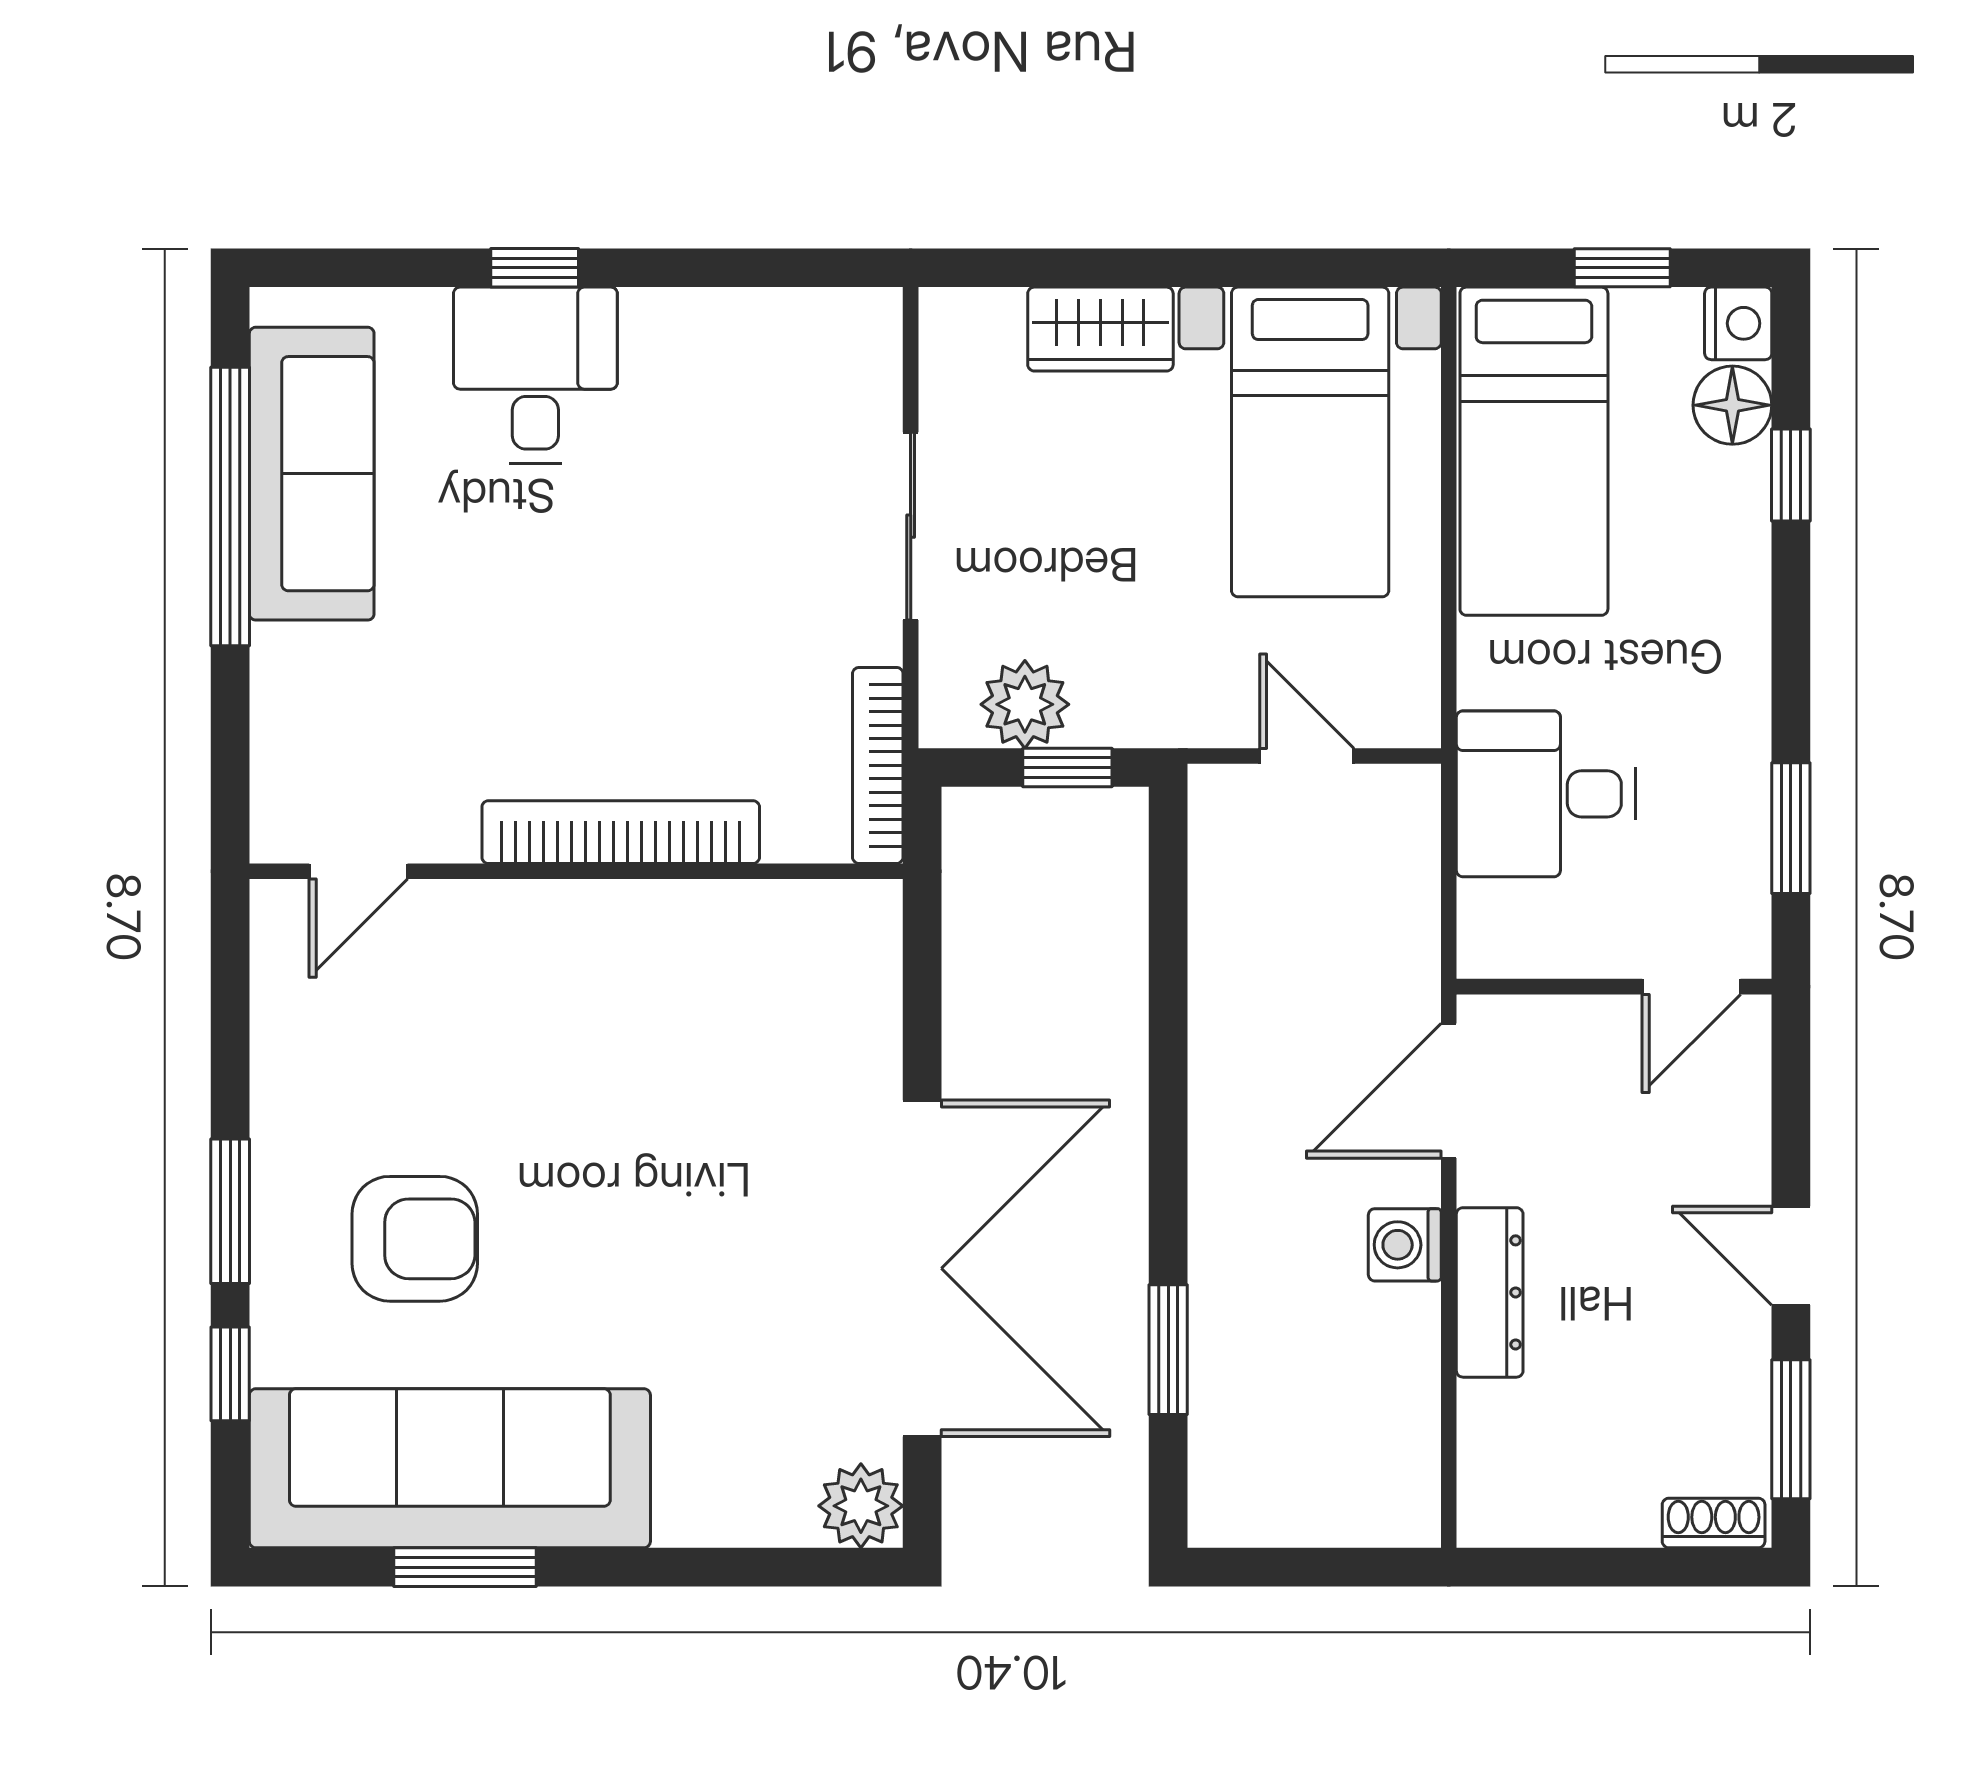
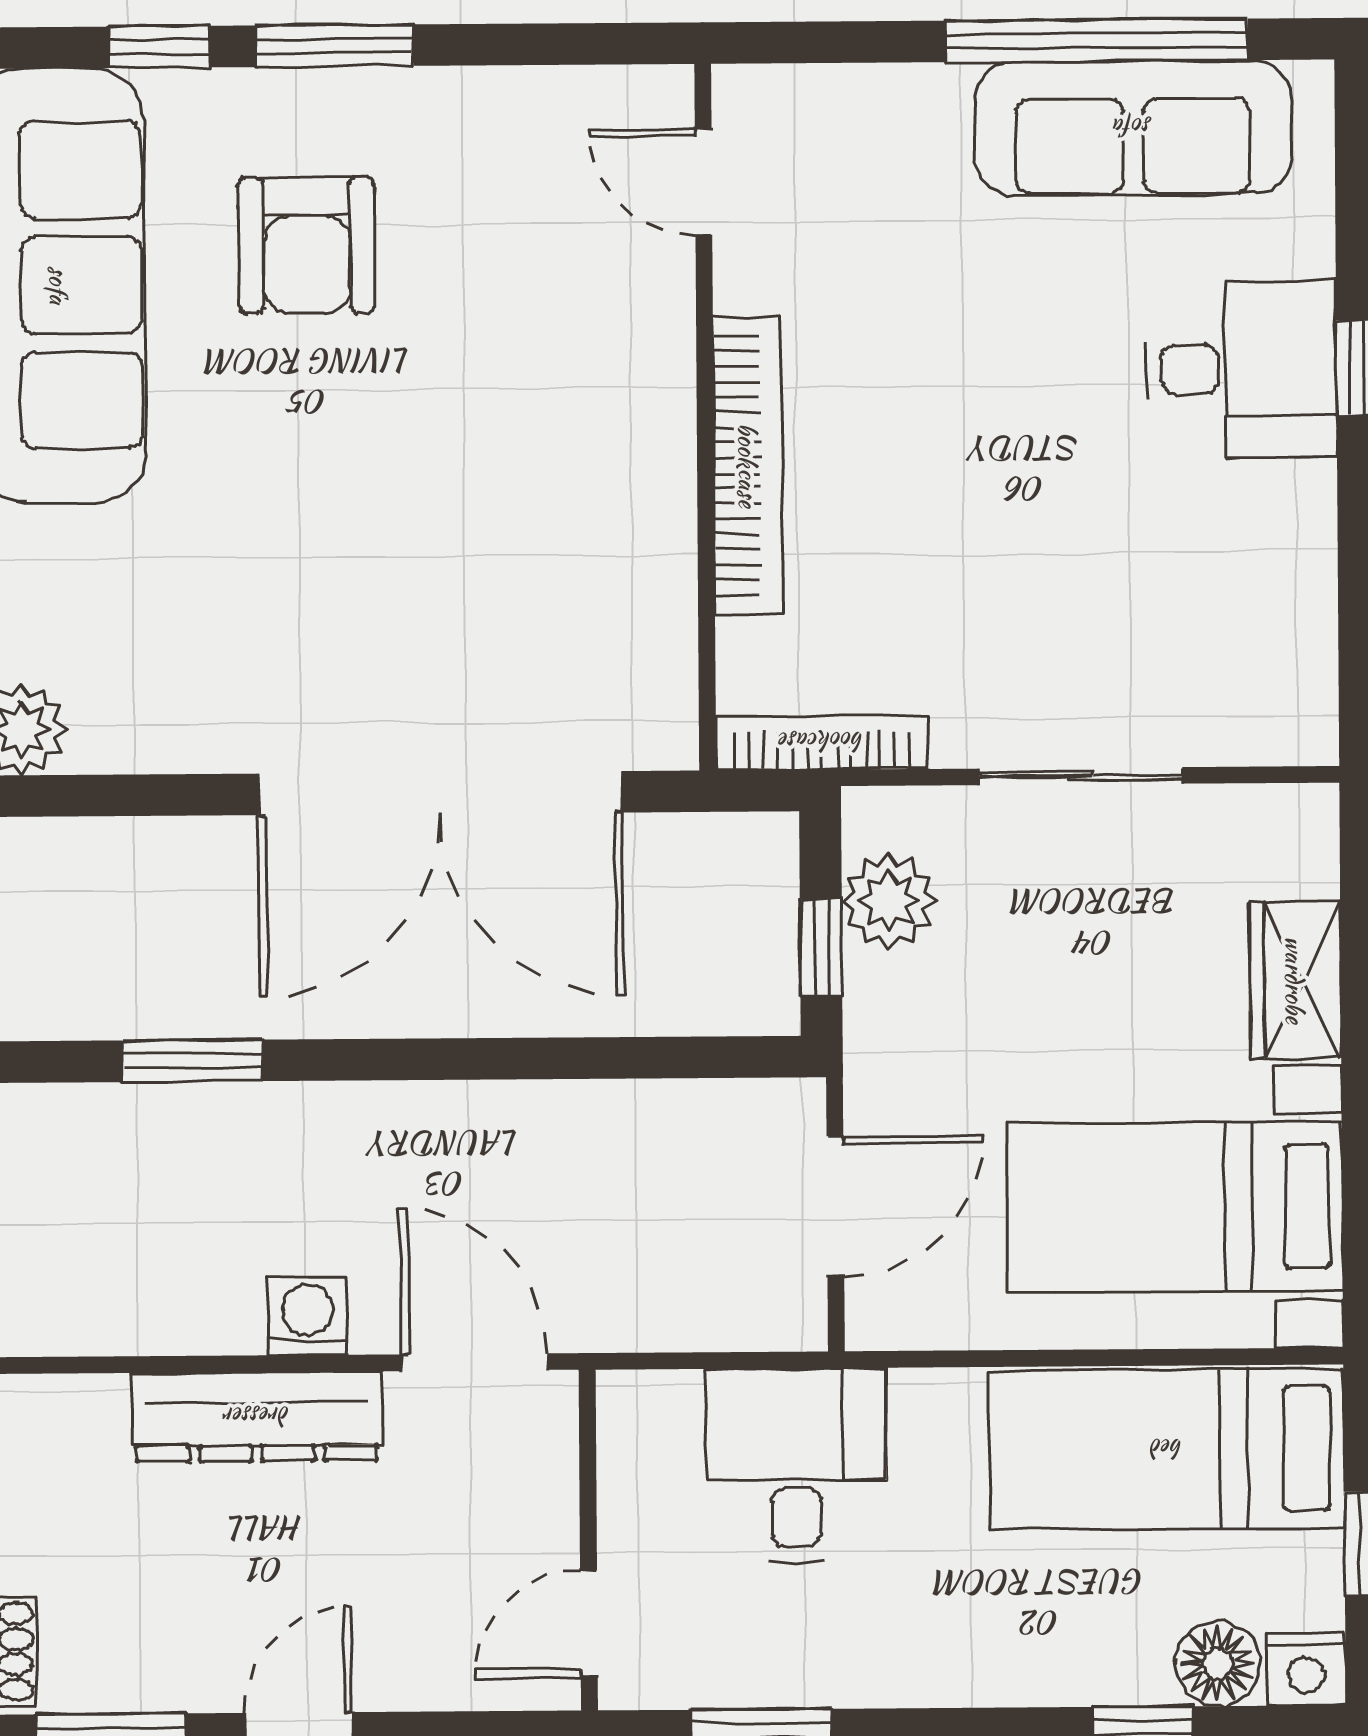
door: (1307, 756) -> (835, 1206), width x1.38
door: (1691, 987) -> (589, 1624), hinge flipped
double door: (922, 1268) -> (440, 793), moved
dresser: (1490, 1292) -> (257, 1417), width x1.37, depth x1.24

